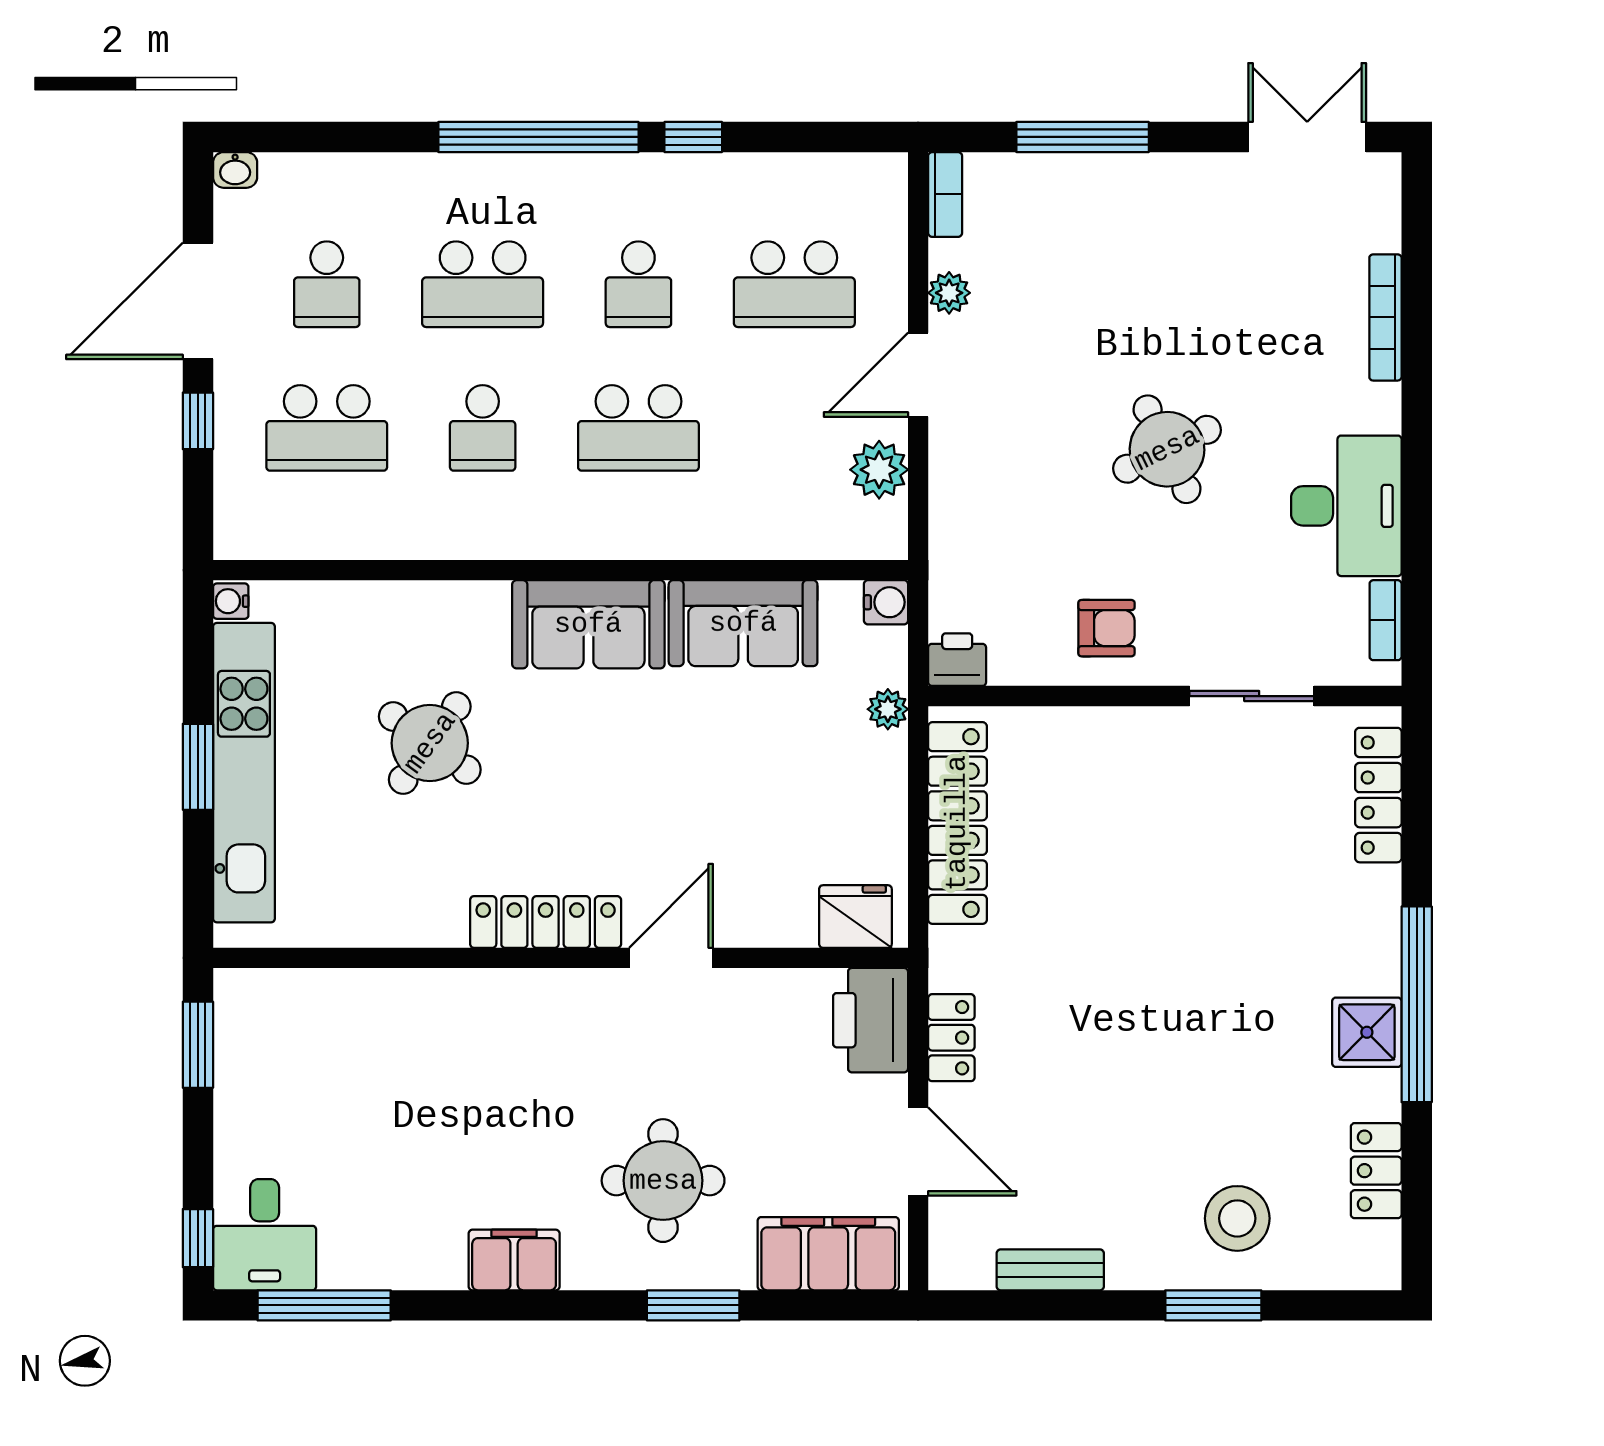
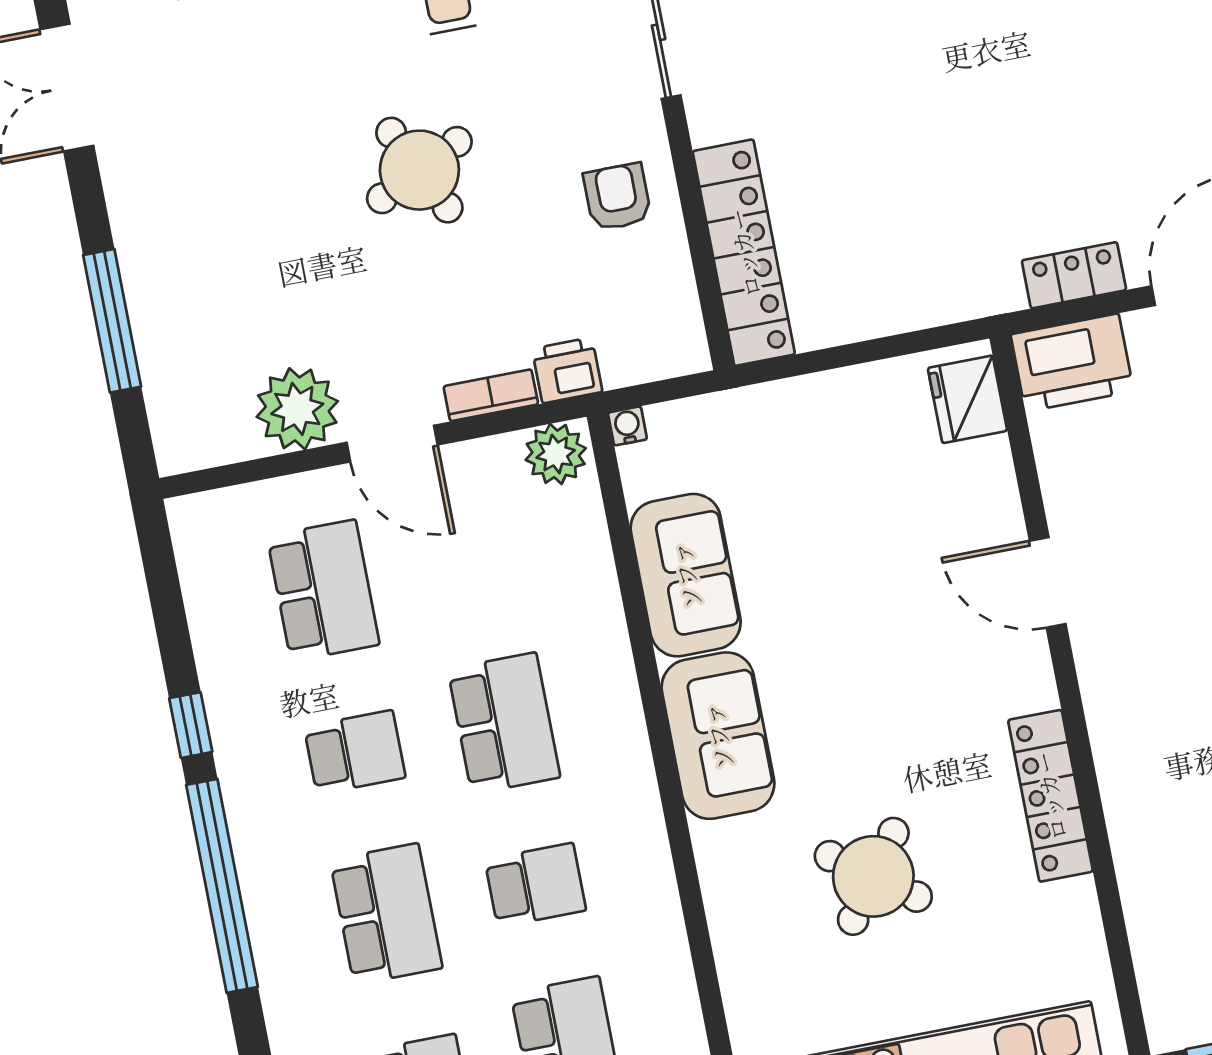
bookcase: (945, 194) -> (491, 395), moved
plant: (949, 293) -> (297, 409), width x1.88, depth x1.88
plant: (879, 470) -> (556, 454), moved
water cooler: (886, 602) -> (627, 426), width x0.72, depth x0.72
printer: (957, 660) -> (567, 370), moved, turned 90
plant: (888, 709) -> (746, 408), removed
locker: (957, 823) -> (744, 253), moved, turned 90
locker: (546, 922) -> (1050, 796), moved

